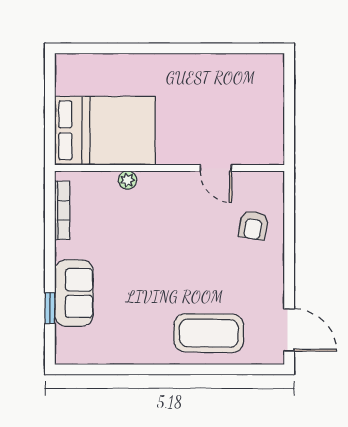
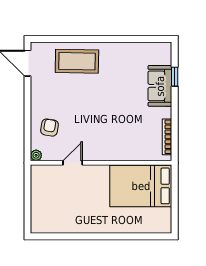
door: (216, 168) -> (73, 163), hinge flipped
plant: (127, 180) -> (36, 155), moved

